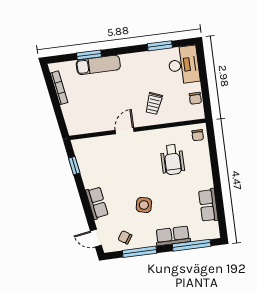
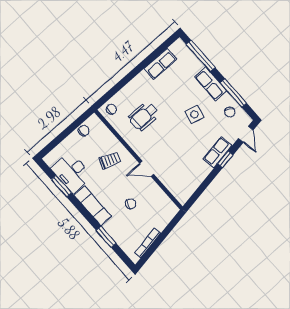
exam couch: (98, 65) -> (93, 206), moved
desk: (184, 65) -> (72, 172), moved, turned -90
chair: (103, 96) -> (131, 204), added
wheelchair: (172, 160) -> (144, 116), turned 180
window: (74, 166) -> (225, 159), moved
row of seats: (173, 236) -> (211, 84), moved

